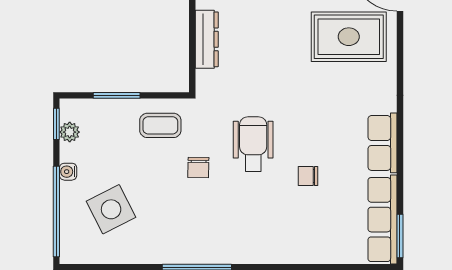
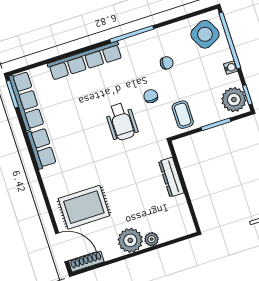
coffee table: (160, 125) -> (183, 115), turned 90
plant: (70, 132) -> (234, 100), width x1.87, depth x1.87
chair: (308, 176) -> (167, 63), moved
side table: (111, 209) -> (205, 34), moved
row of seats: (278, 251) -> (85, 61), added

